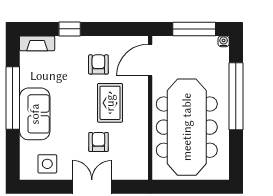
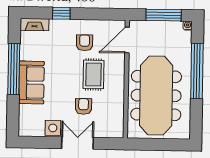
side table: (47, 164) -> (53, 128), moved

